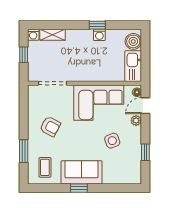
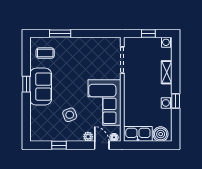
shelving: (53, 35) -> (167, 72), moved
armchair: (50, 126) -> (83, 58), removed

